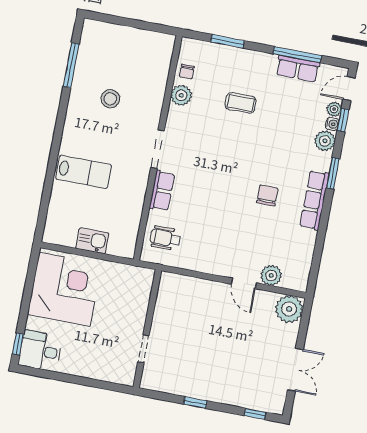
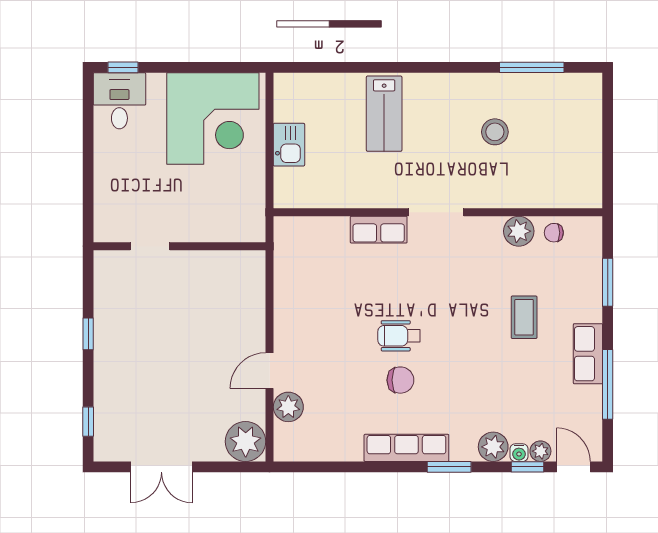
row of seats: (298, 69) -> (588, 354), moved
wheelchair: (165, 238) -> (399, 336), moved, turned -90

